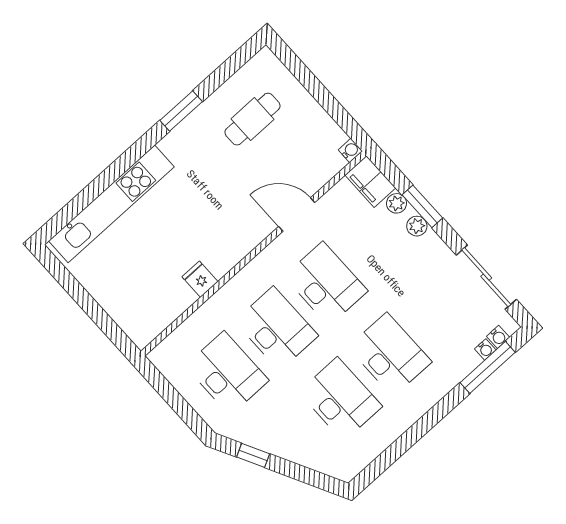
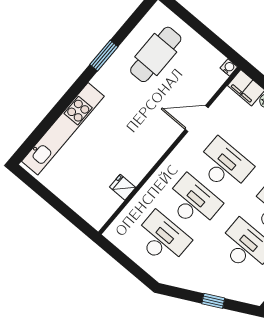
cafe table: (252, 119) -> (156, 54), width x1.37, depth x1.35
fridge: (200, 279) -> (123, 187), moved
window: (253, 455) -> (213, 301), moved

